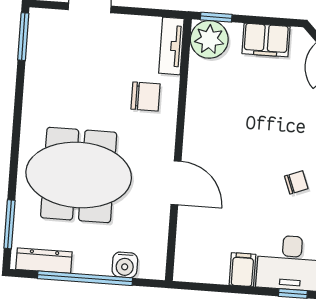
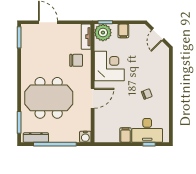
filing cabinet: (266, 40) -> (123, 31), width x0.50
corner desk: (218, 114) -> (109, 66), added
door: (176, 183) -> (93, 98), hinge flipped
water cooler: (125, 265) -> (85, 137), moved

